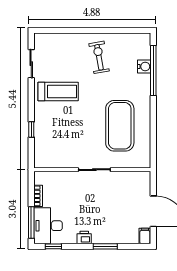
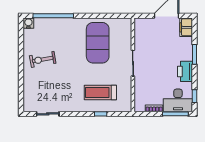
water cooler: (144, 67) -> (28, 23), moved
treadmill: (58, 92) -> (100, 92), moved, turned -90
exercise mat: (120, 126) -> (98, 43), turned 90
filing cabinet: (145, 236) -> (186, 27), width x2.00
printer: (84, 237) -> (185, 71), width x1.87, depth x1.48

